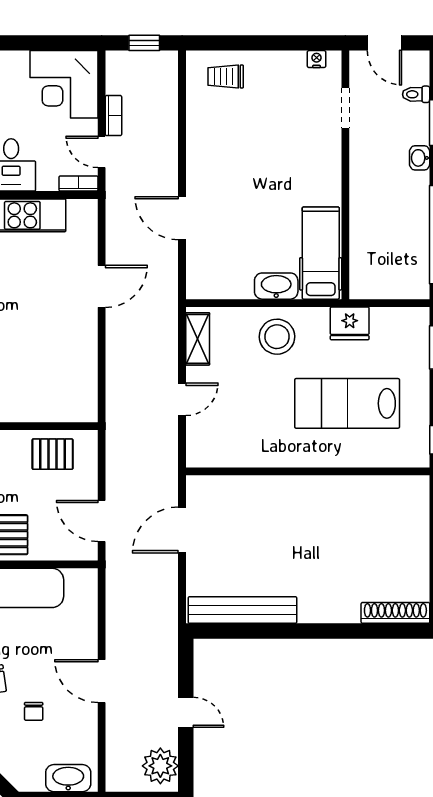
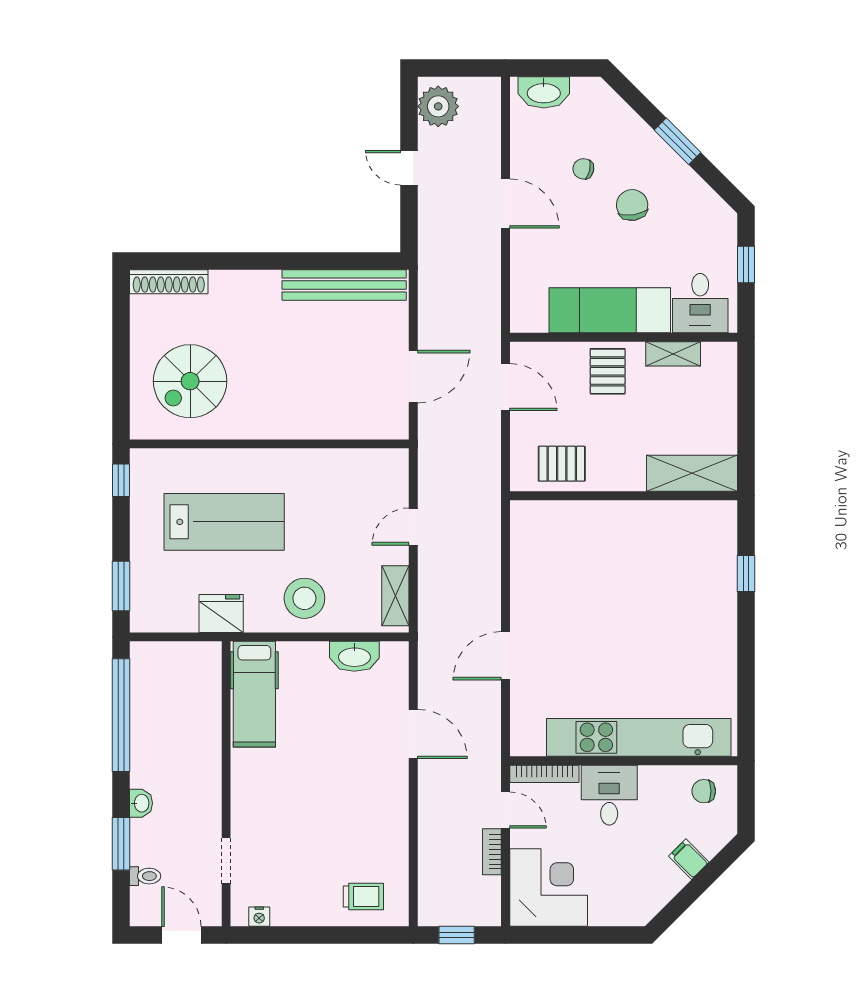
bookcase: (79, 183) -> (544, 774), width x1.56
washbasin: (276, 286) -> (354, 656), moved
spiral stairs: (377, 526) -> (190, 381), added
chair: (34, 711) -> (583, 169), turned -77

